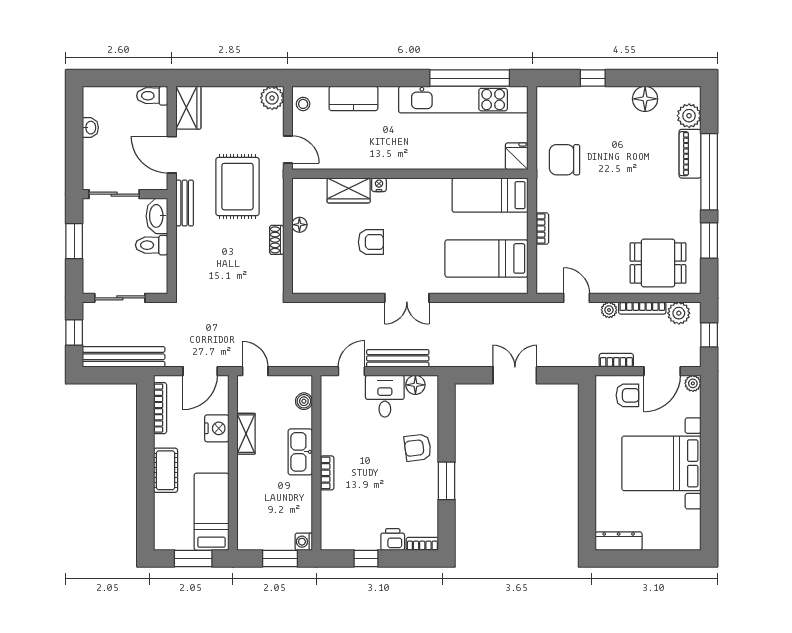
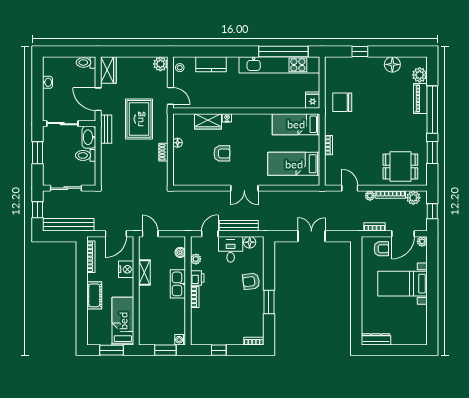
plant: (329, 412) -> (196, 259), added
bed with nightstands: (661, 463) -> (403, 284), width x0.73
printer: (393, 539) -> (197, 278), moved, turned 90

